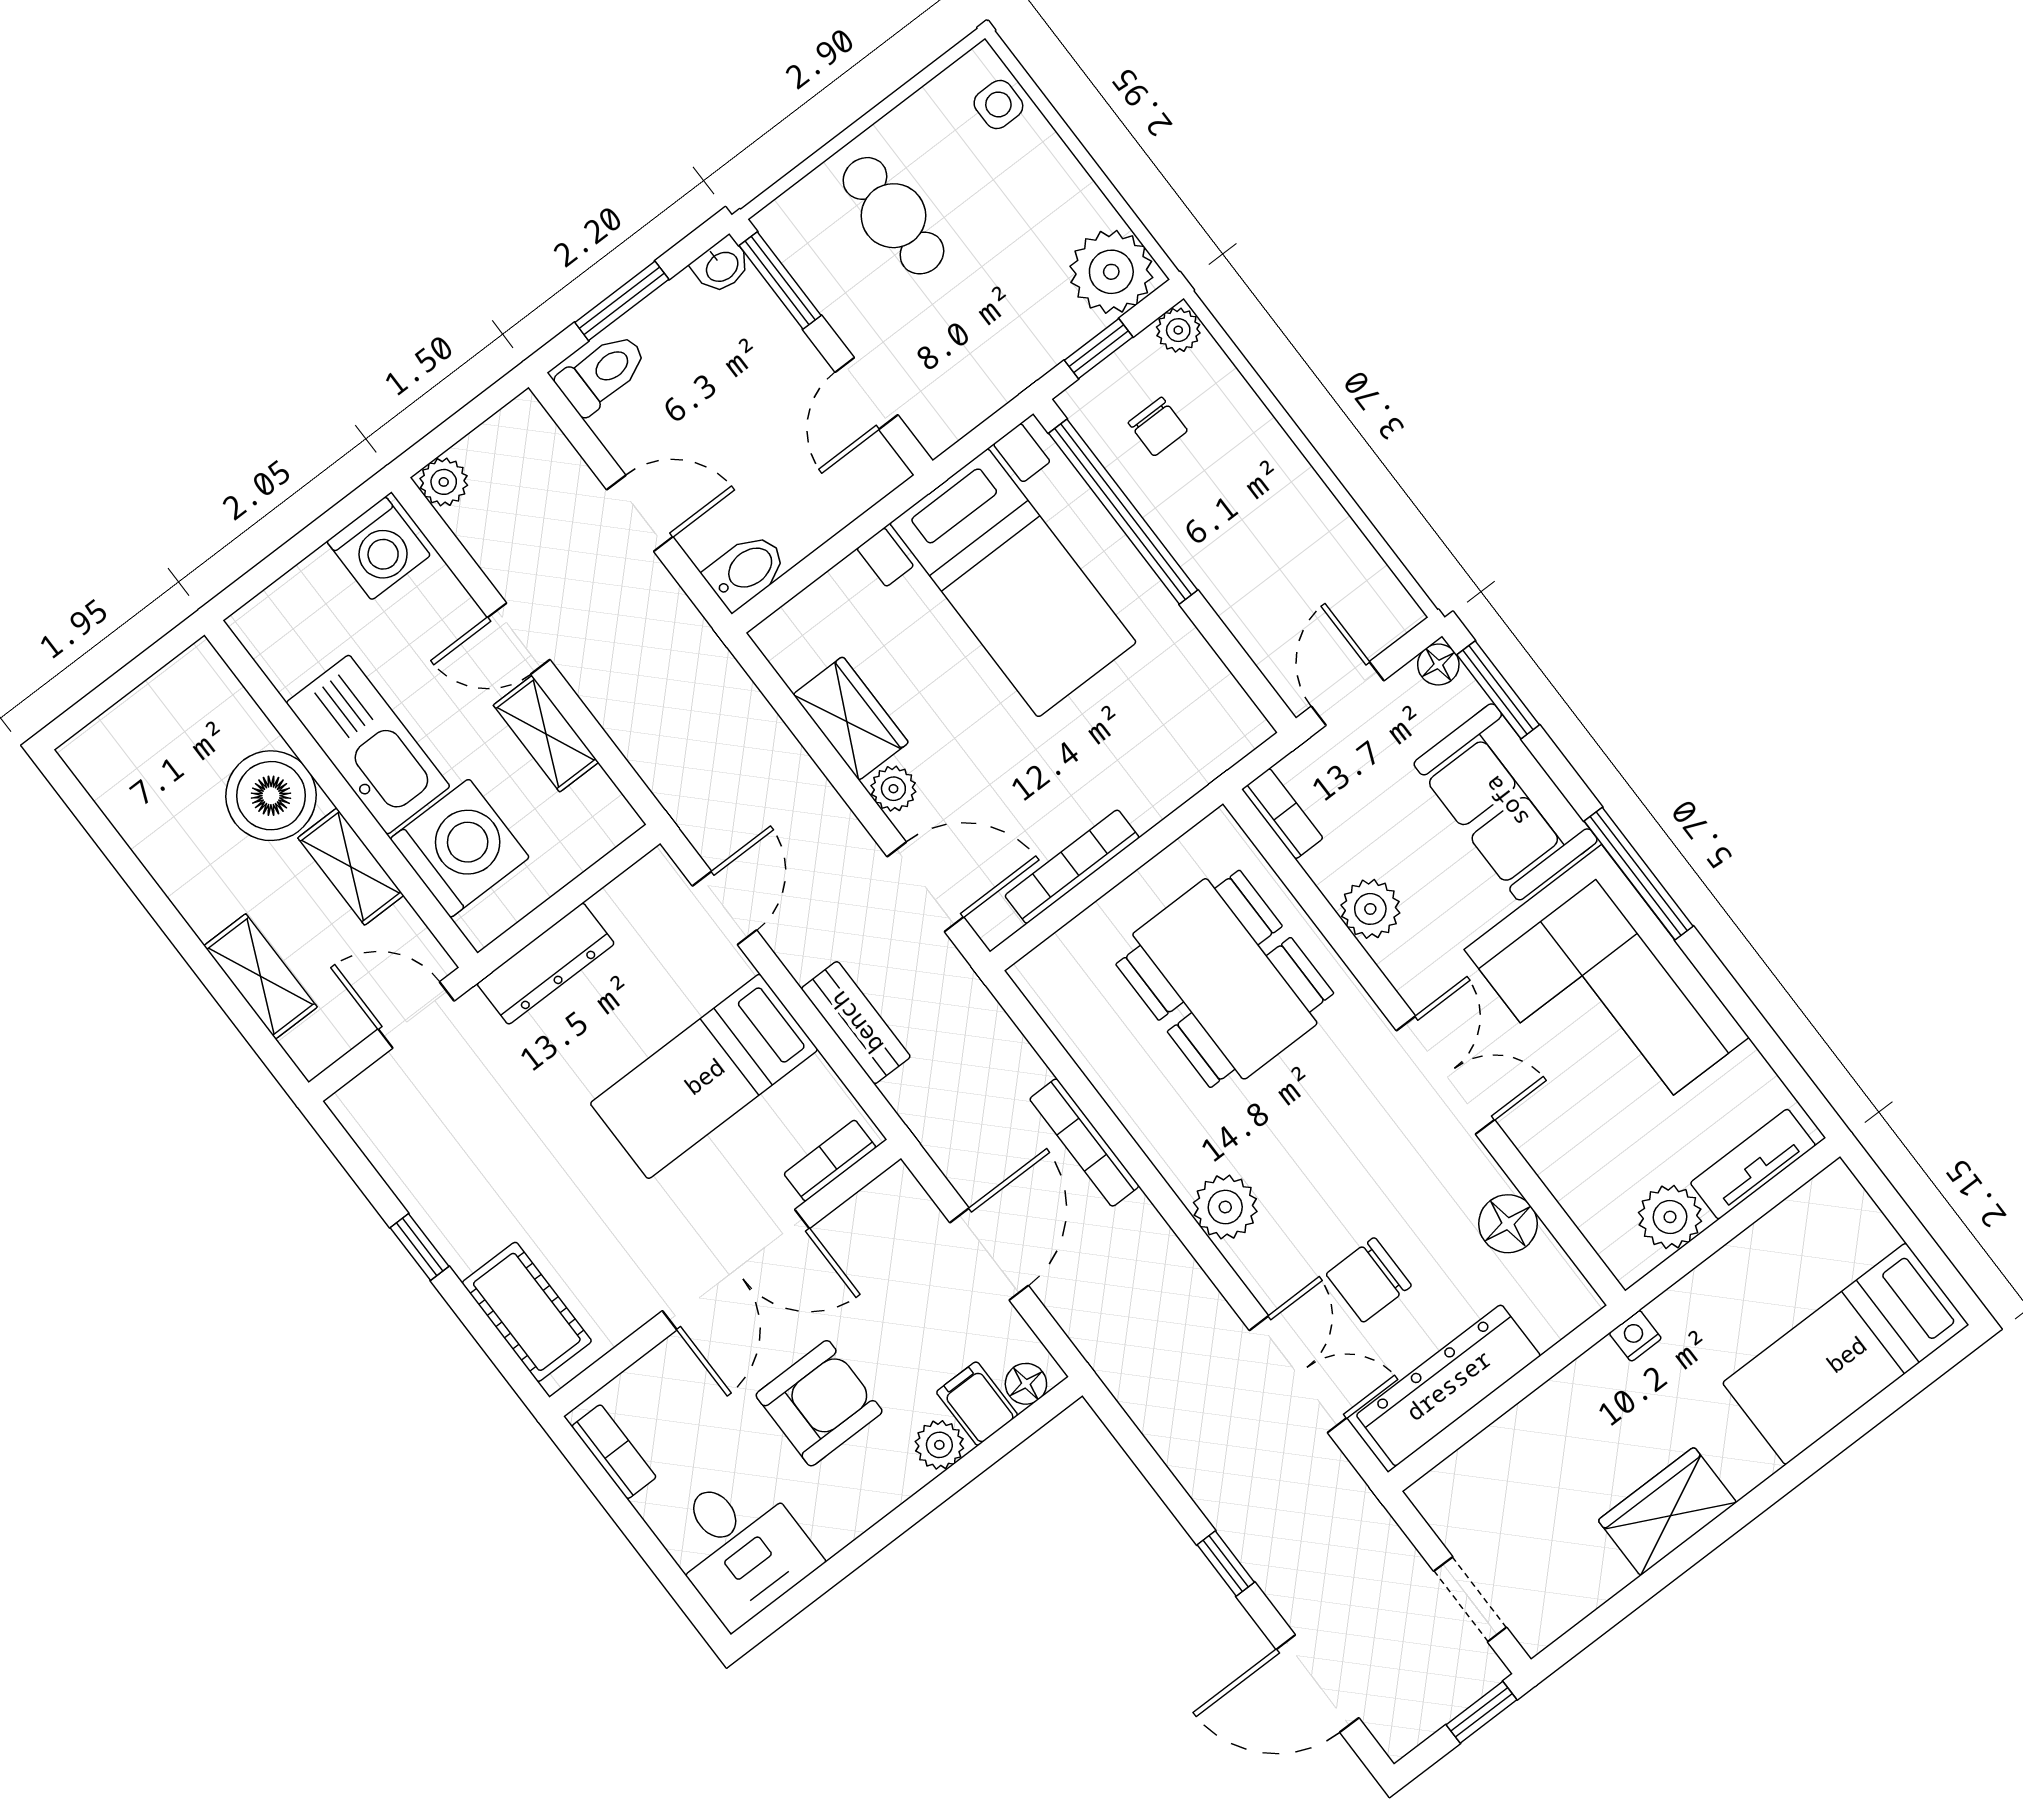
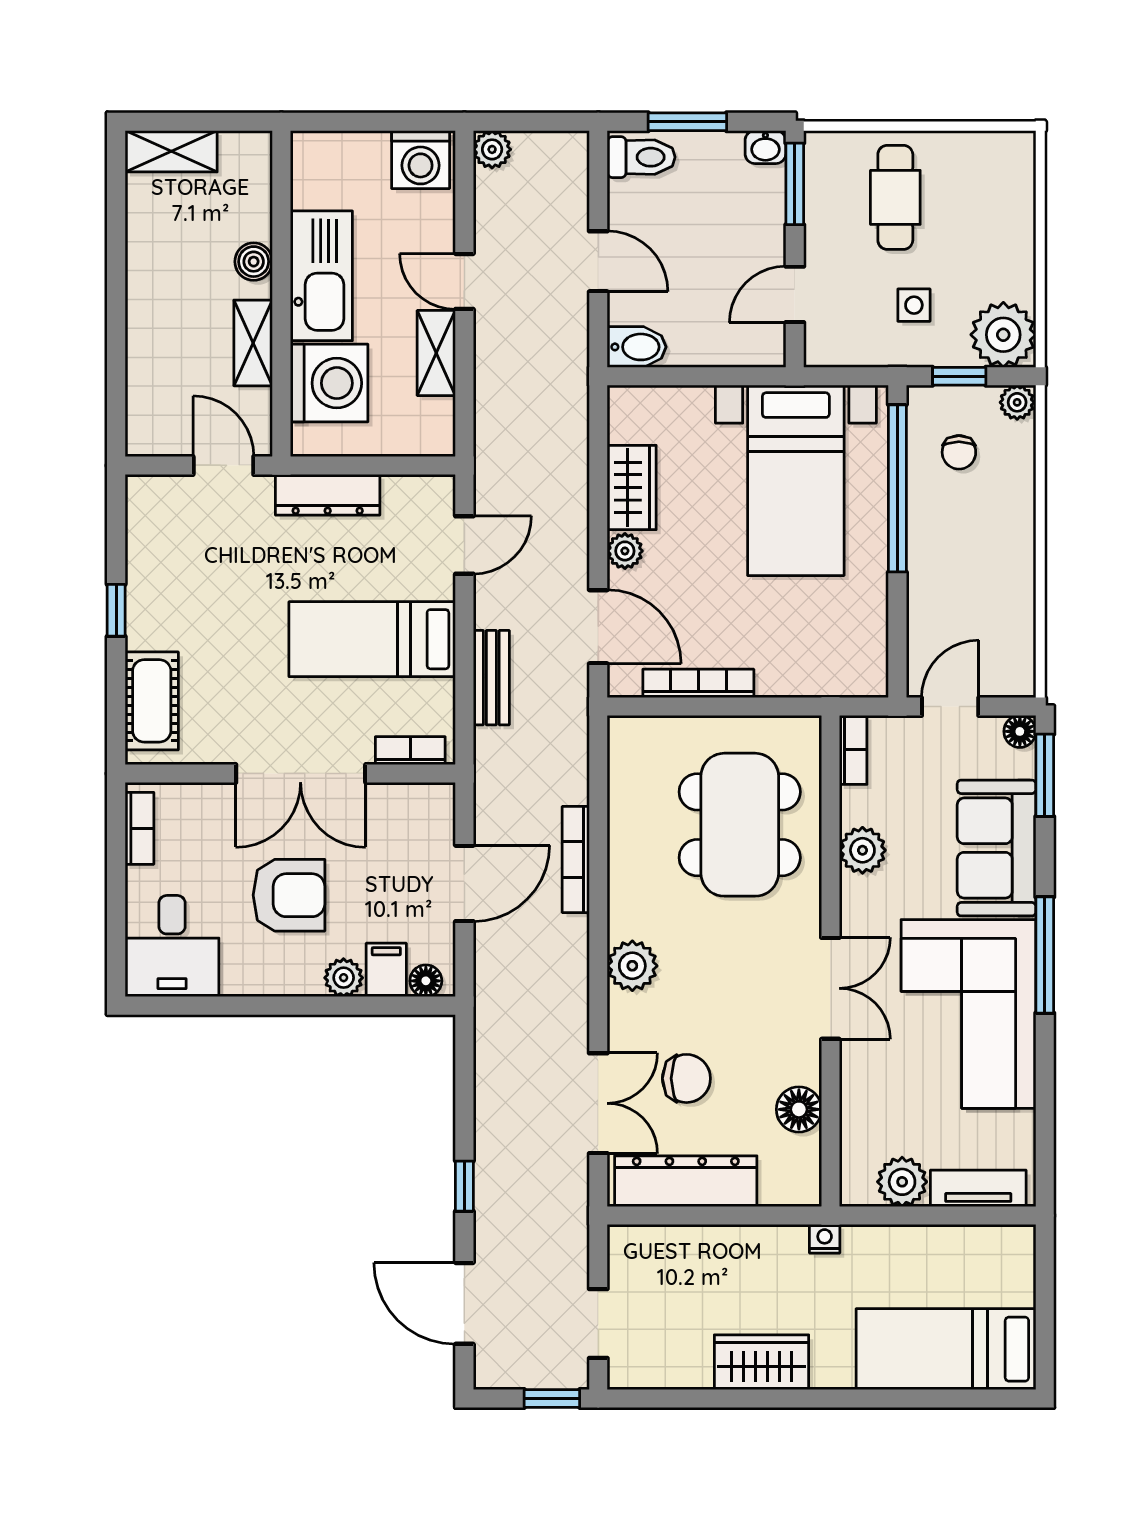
side table: (998, 104) -> (914, 305), moved
boiler: (271, 796) -> (254, 262), width x0.54, depth x0.54
shelving: (261, 976) -> (171, 151), moved, turned 90
chair: (1369, 1280) -> (686, 1078), turned 180

